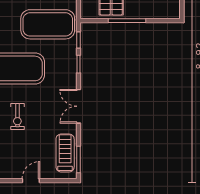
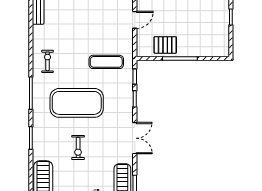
exercise mat: (48, 24) -> (106, 62), width x0.50, depth x0.69
double door: (78, 106) -> (135, 138), swing flipped

